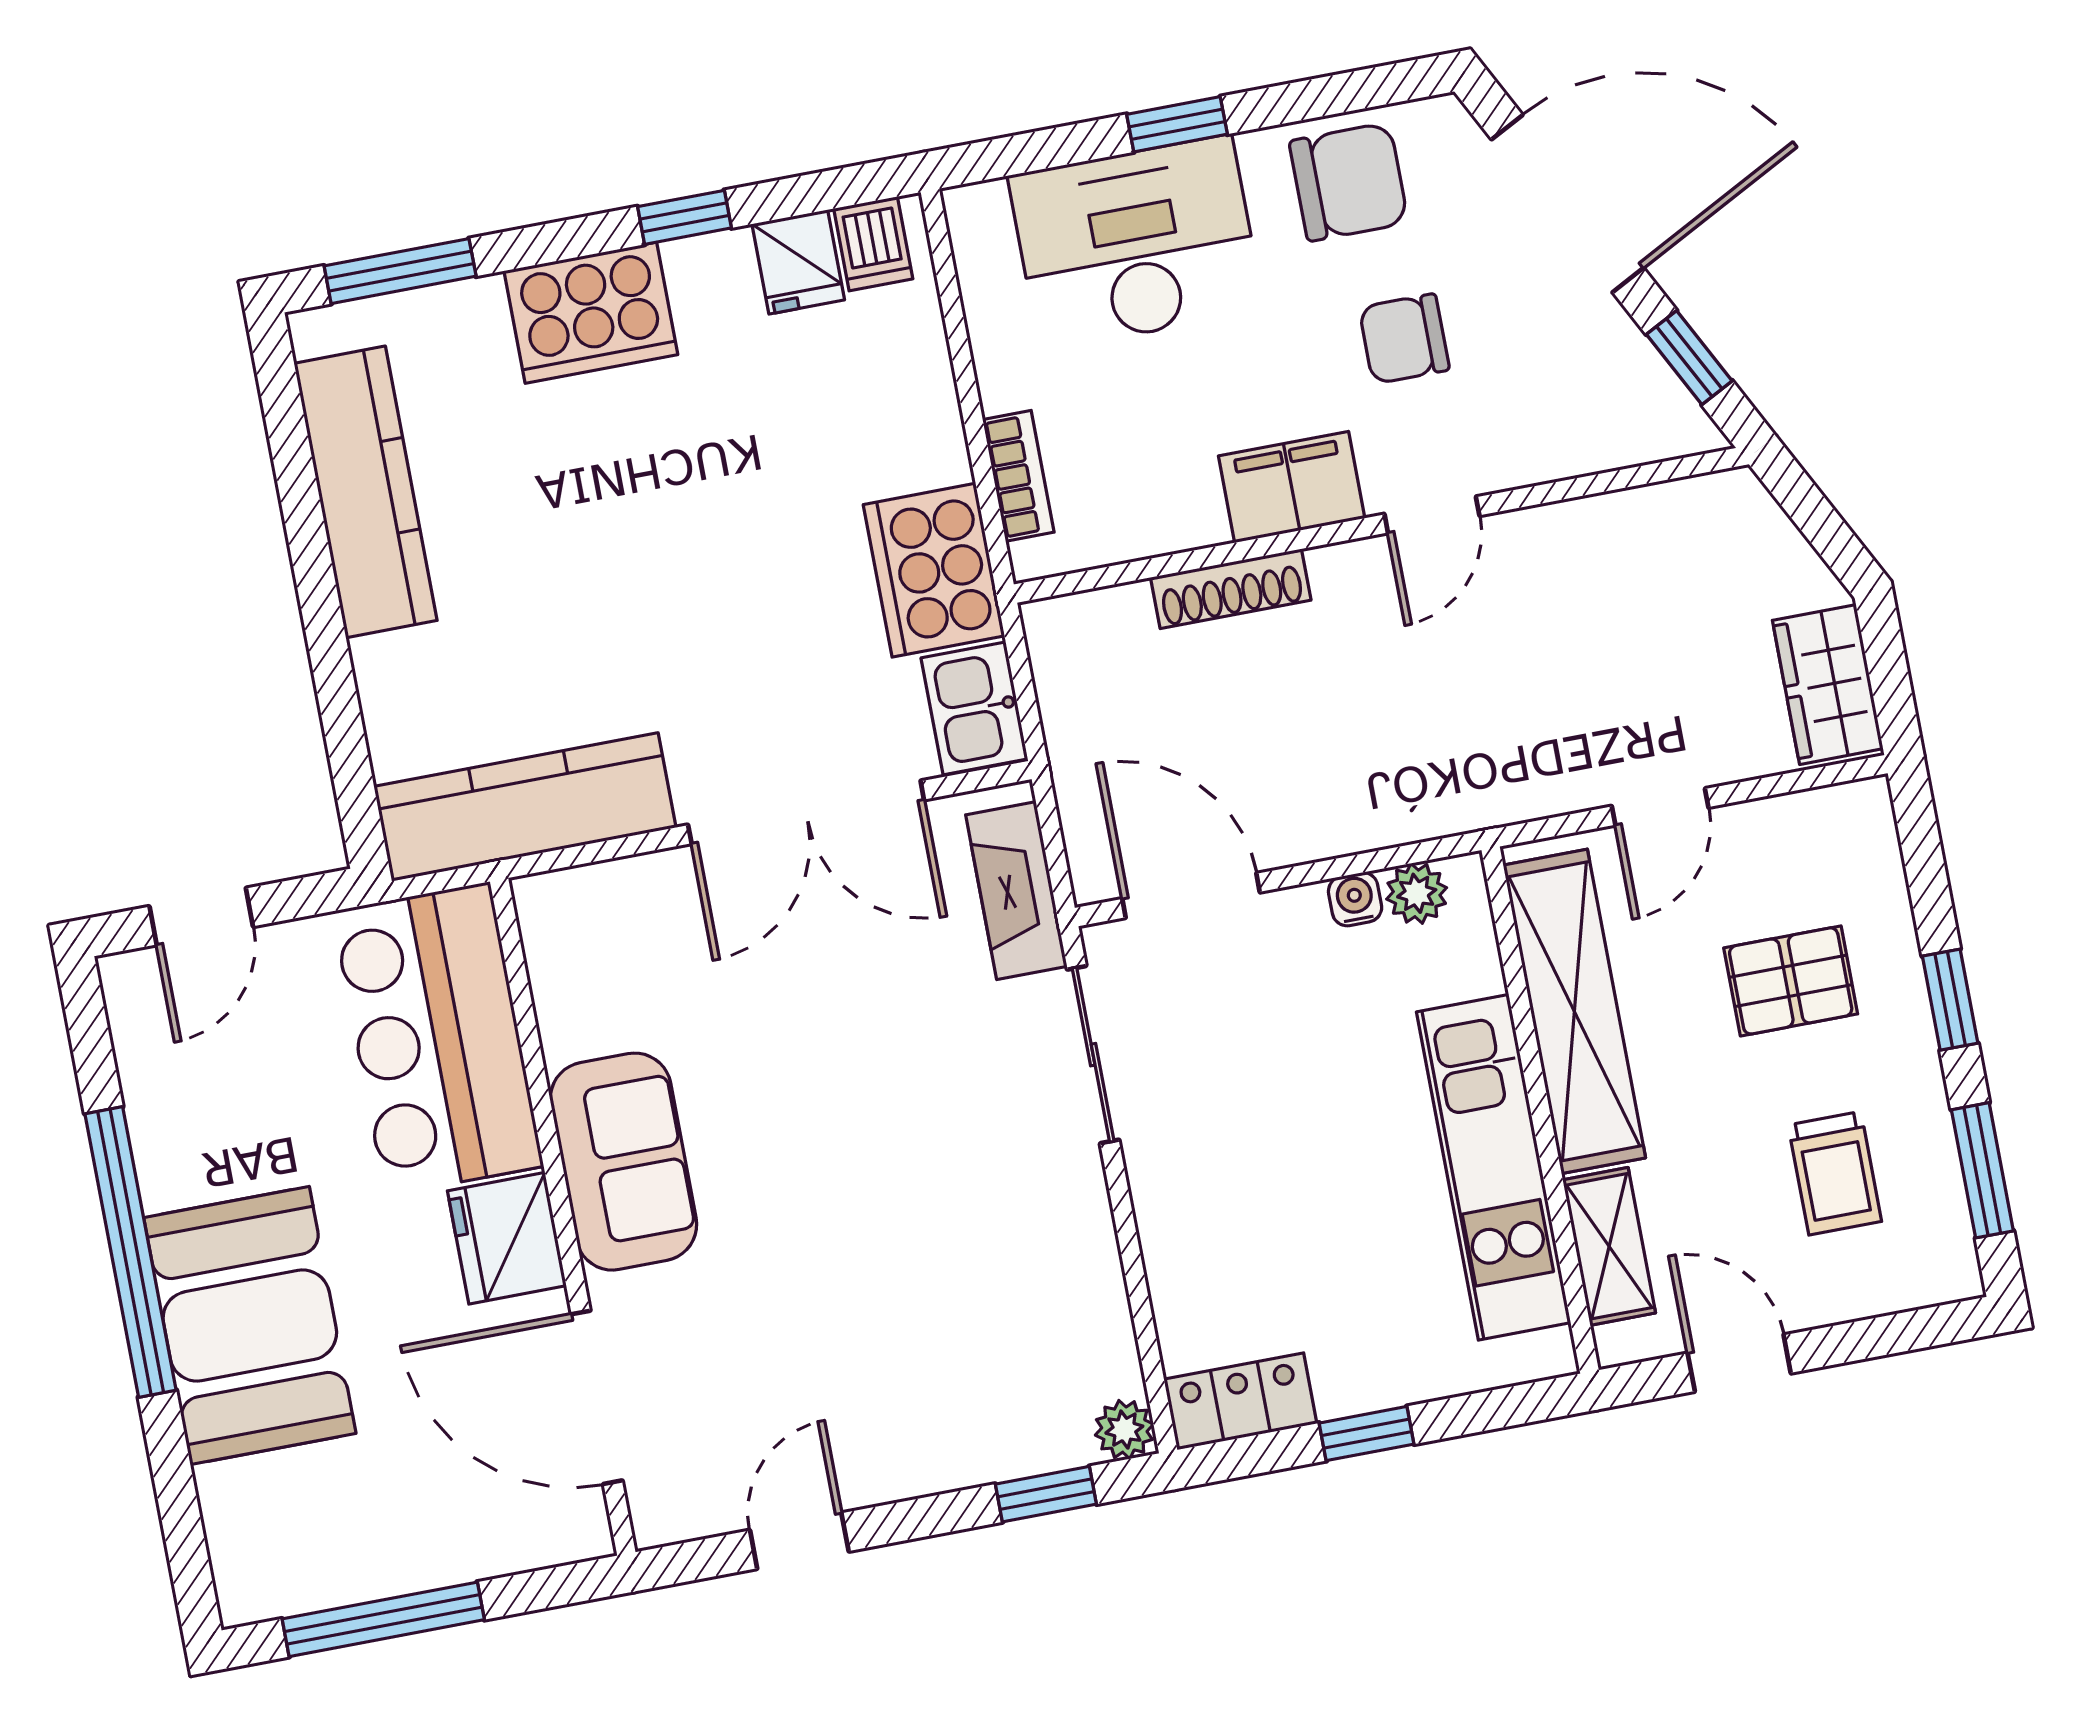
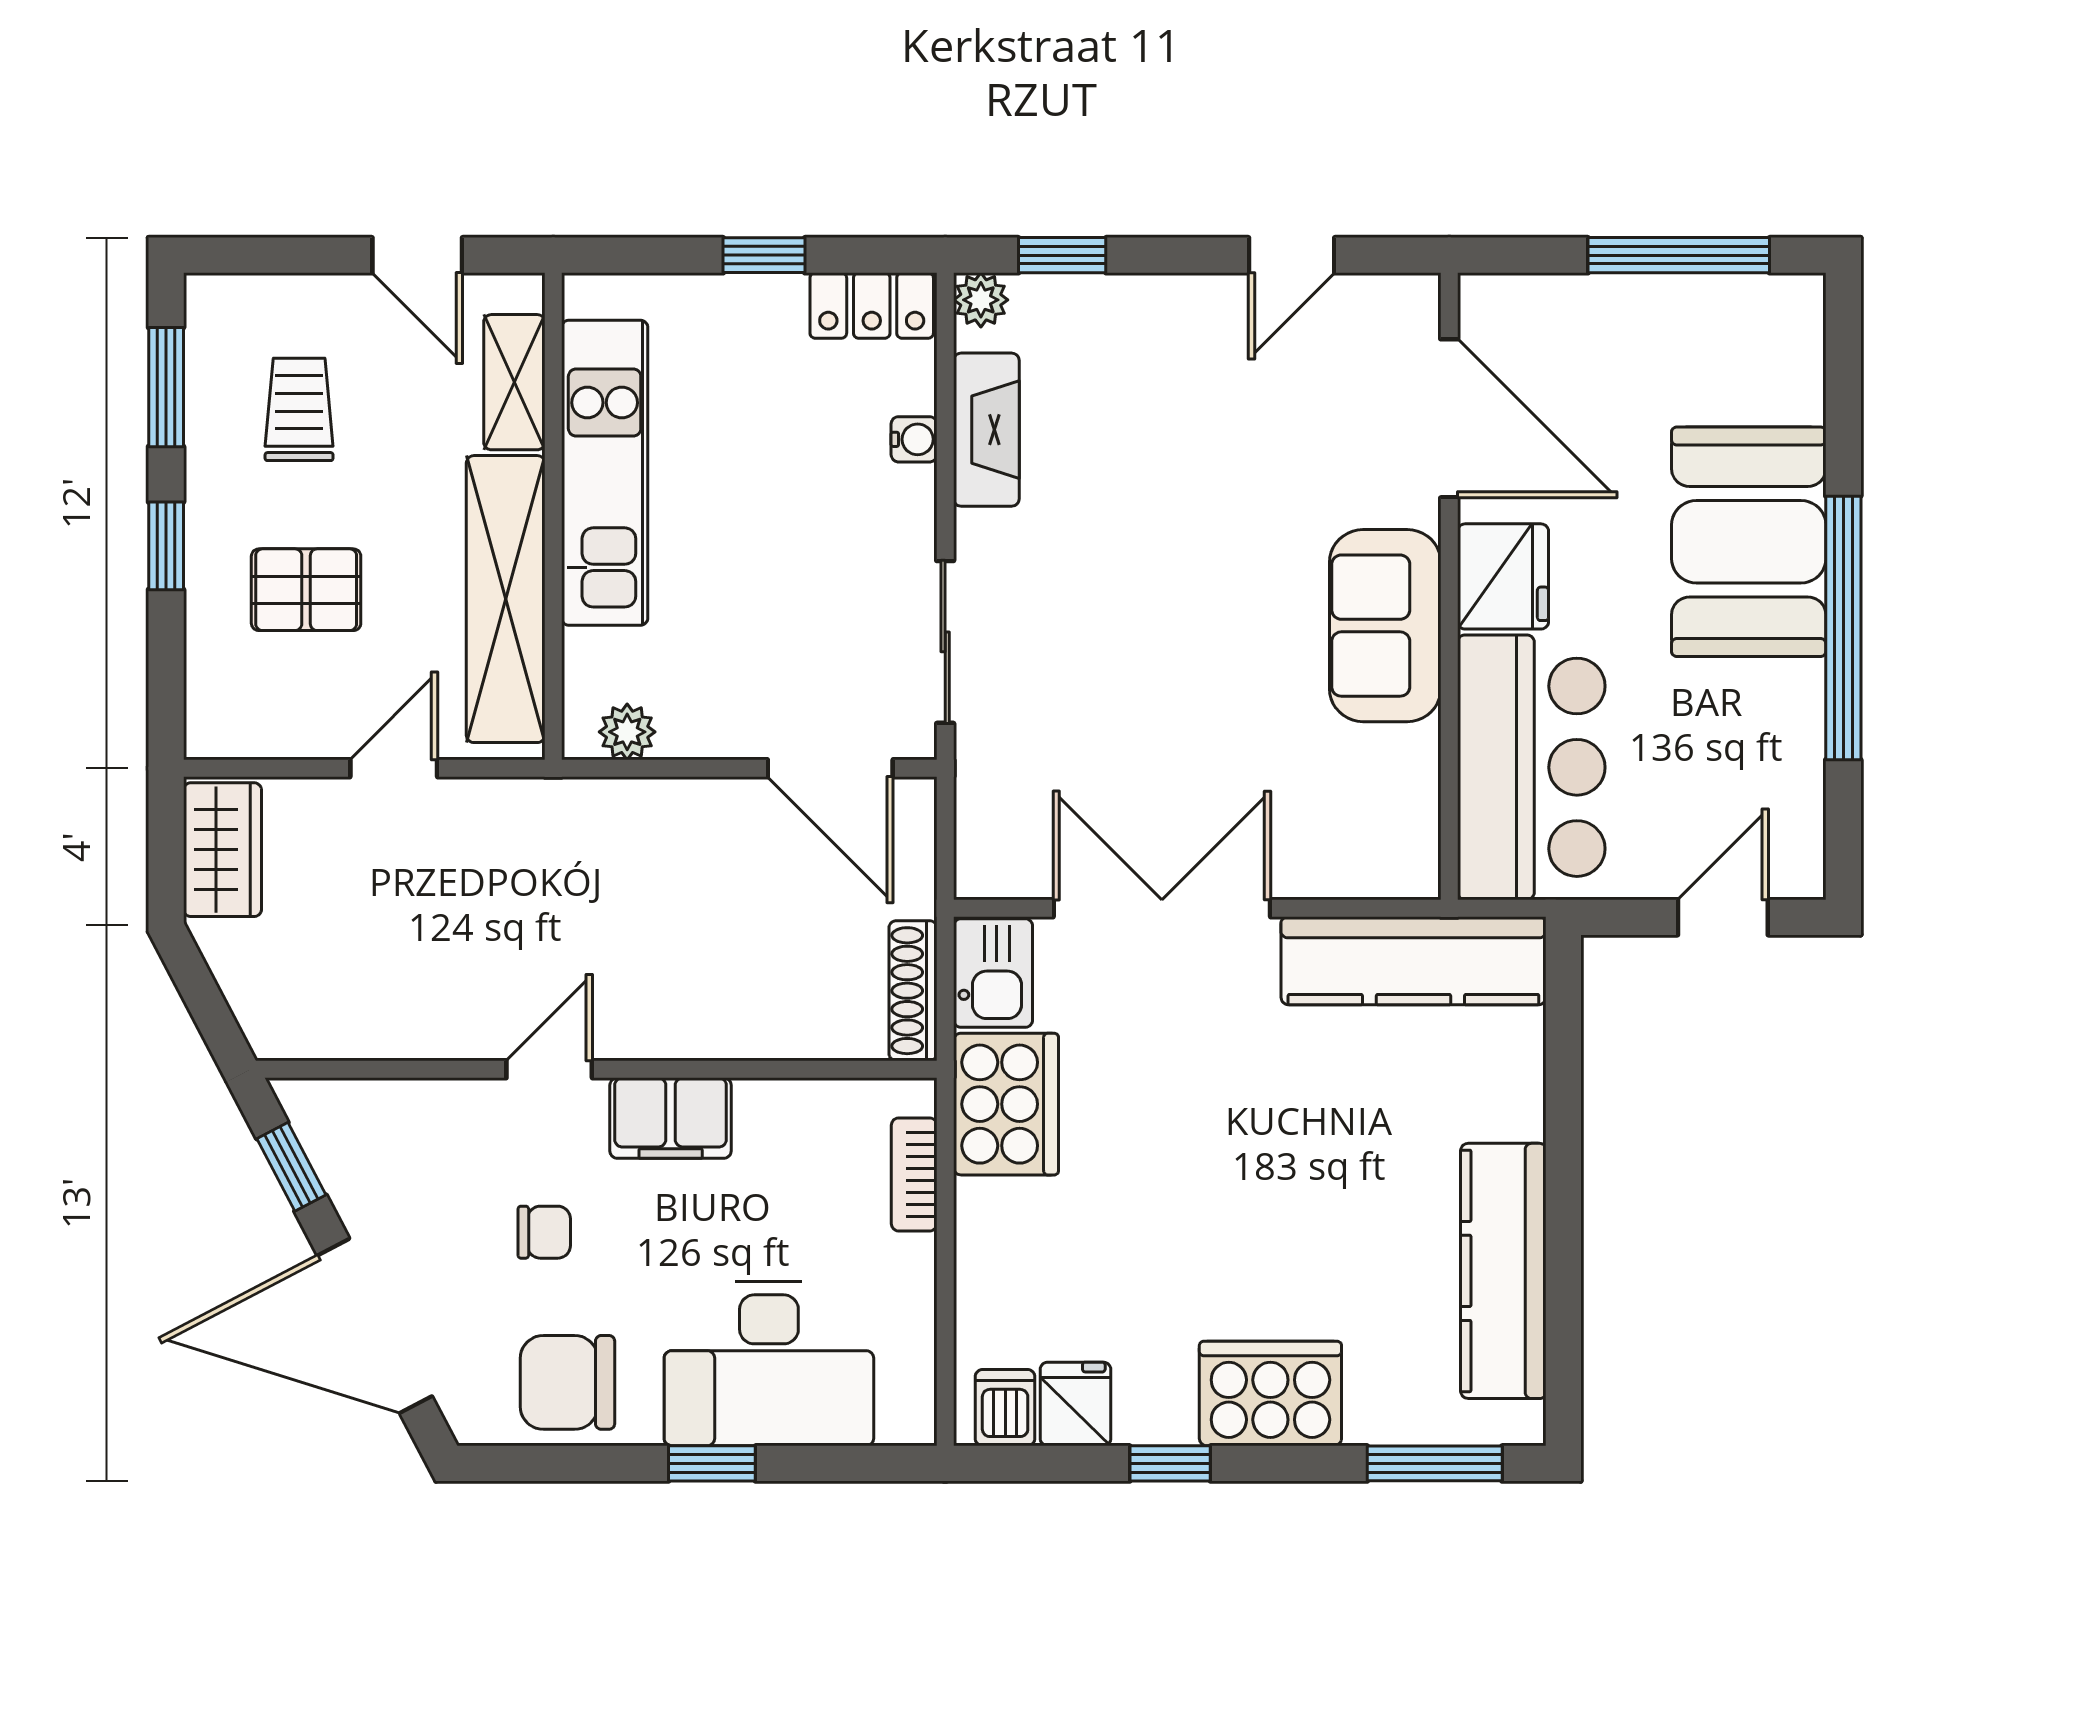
chair: (1404, 339) -> (544, 1232), width x0.73, depth x0.73
shoe rack: (1231, 589) -> (913, 991), moved, turned -90
fireplace: (1016, 891) -> (986, 430), moved
water cooler: (1355, 899) -> (914, 439), moved, turned -90

